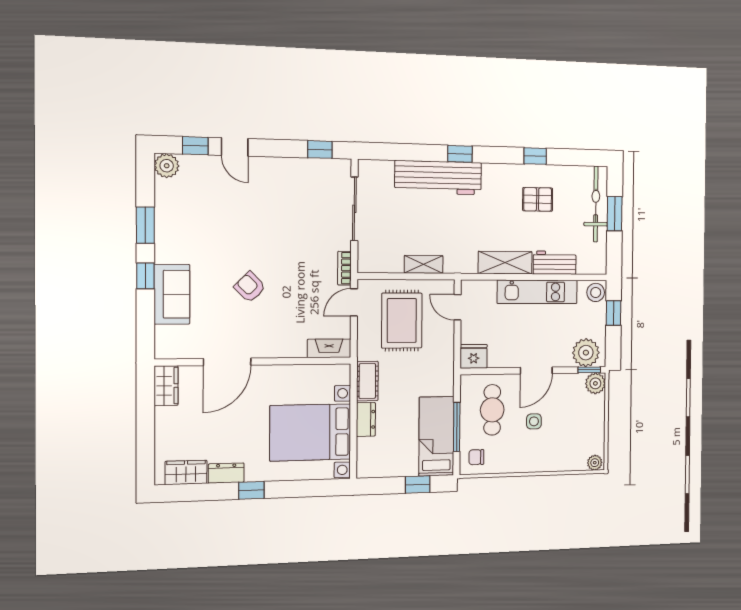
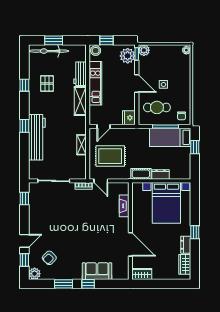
armchair: (250, 287) -> (49, 258), moved
fireplace: (329, 348) -> (124, 206), moved

